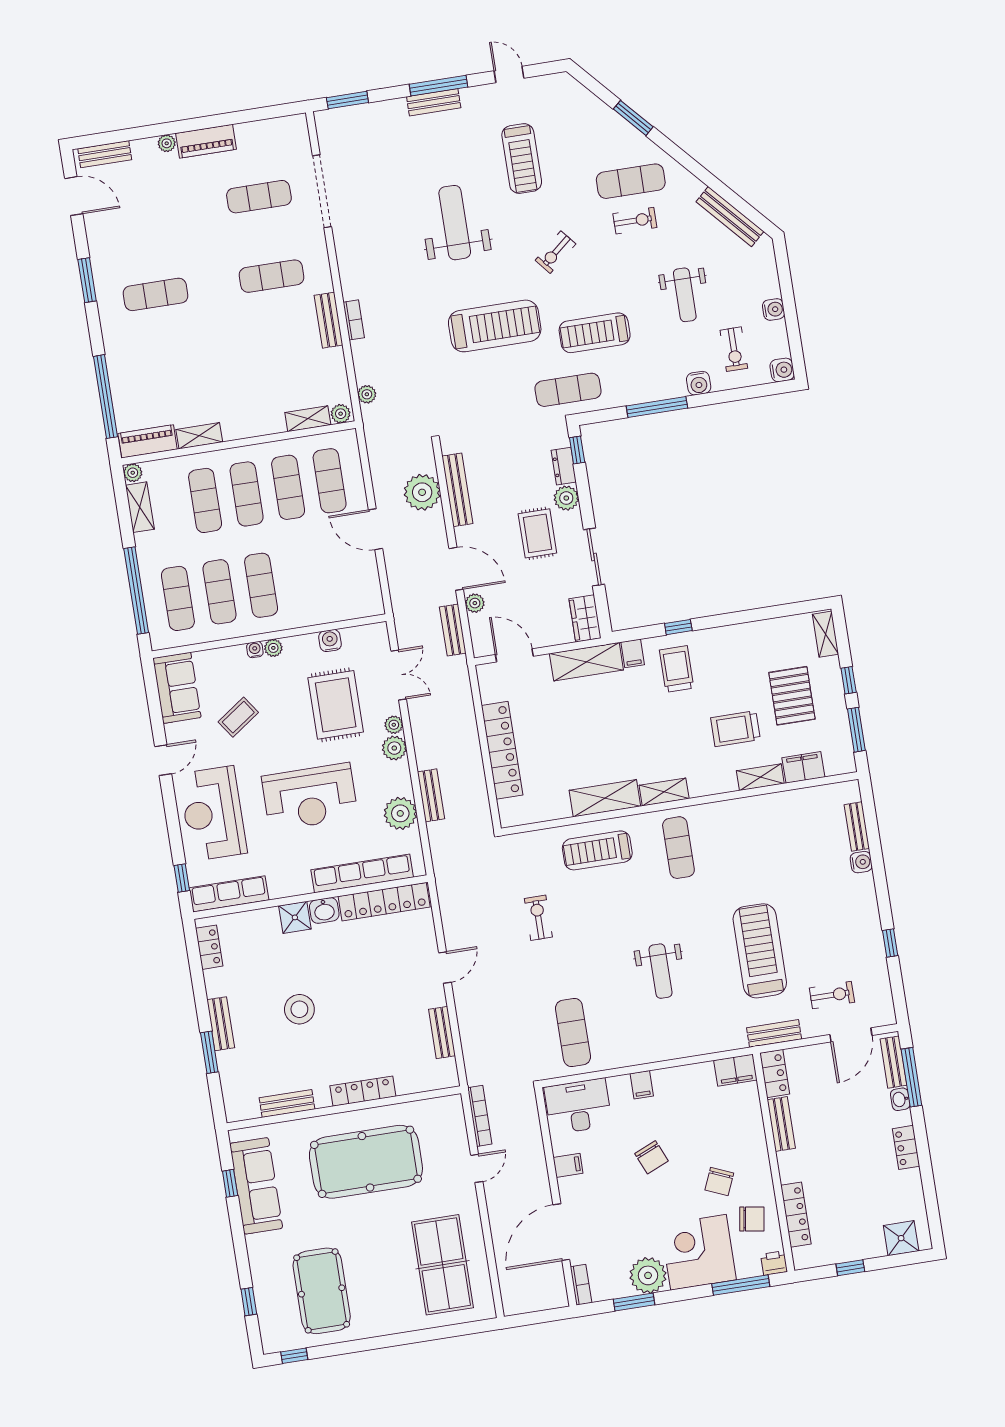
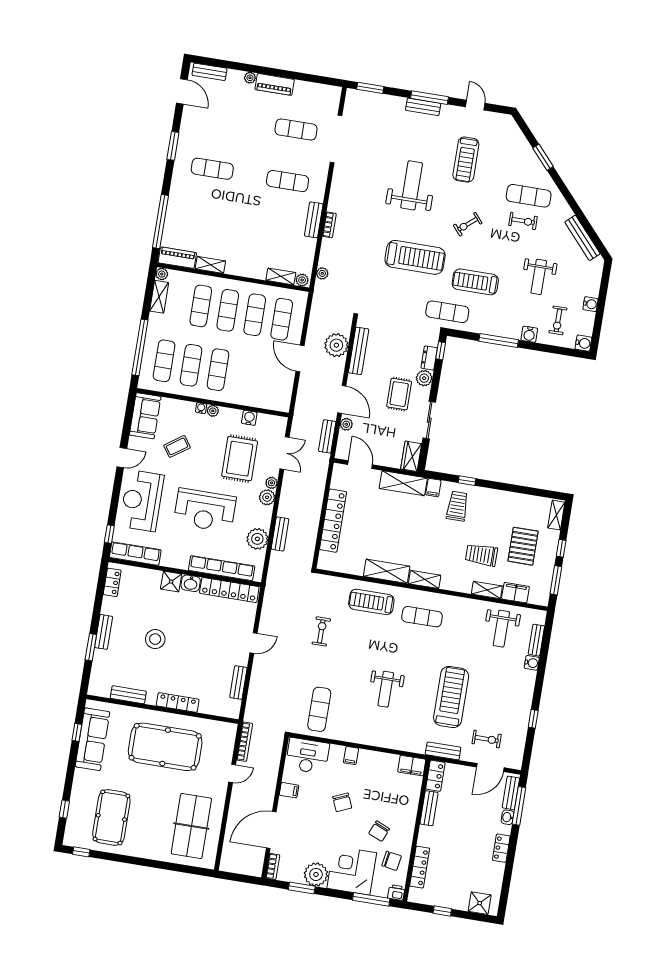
weight bench: (800, 827) -> (501, 629), added
exercise mat: (678, 848) -> (422, 617), turned 90

